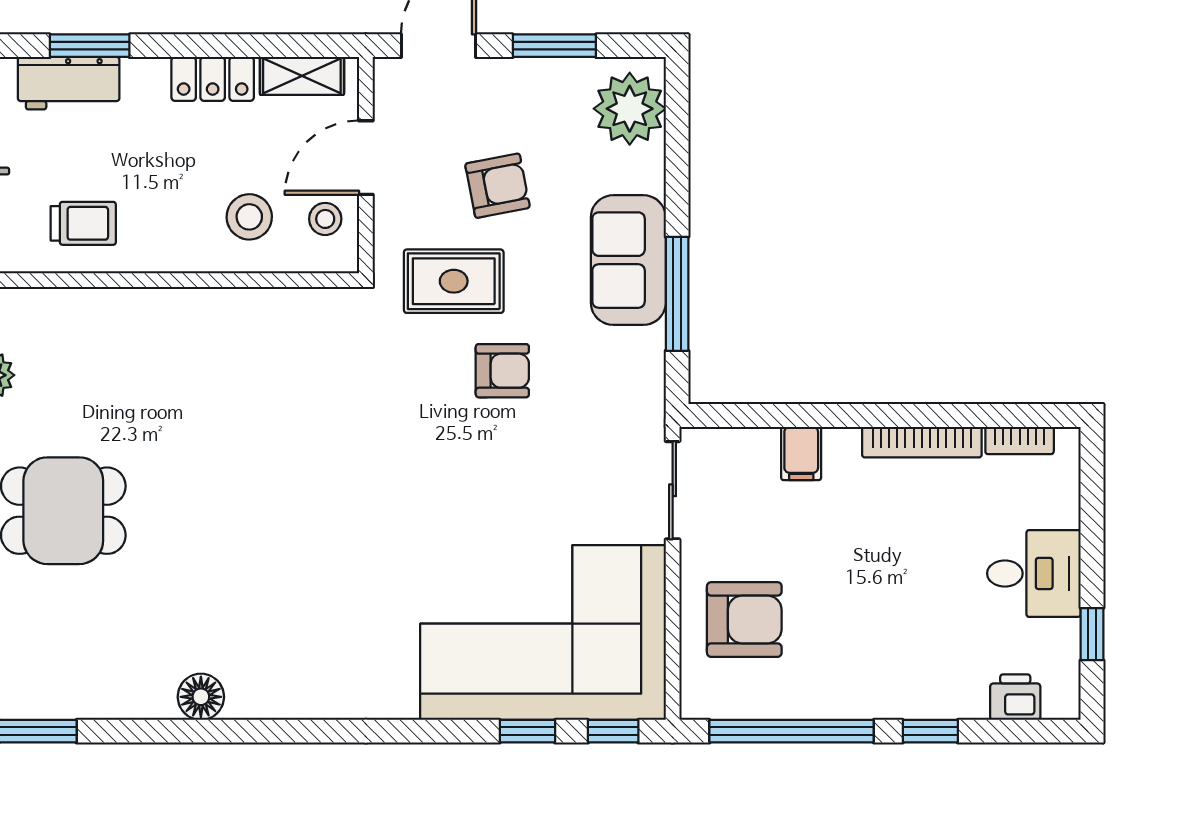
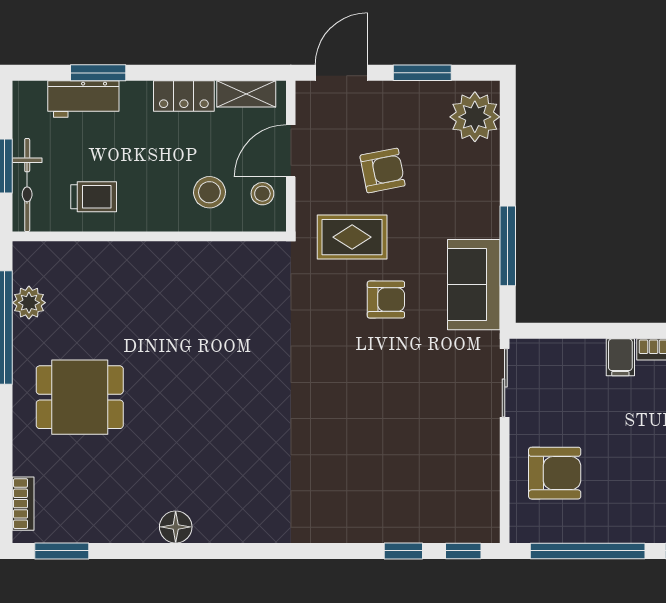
sofa: (628, 260) -> (474, 285), moved
filing cabinet: (801, 454) -> (620, 357), moved
corner sofa: (543, 632) -> (414, 482), removed

